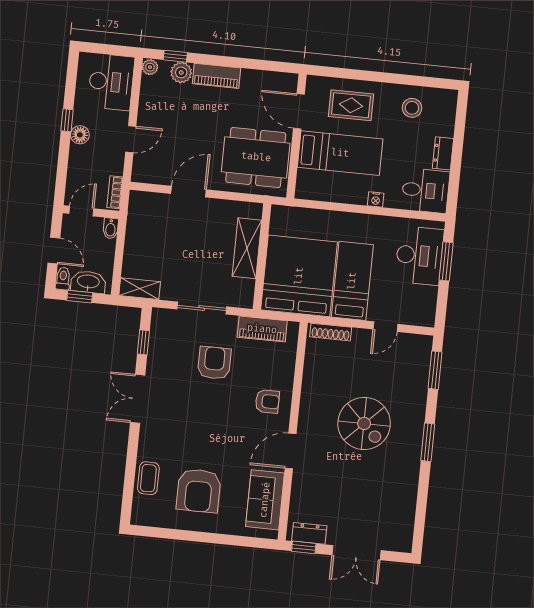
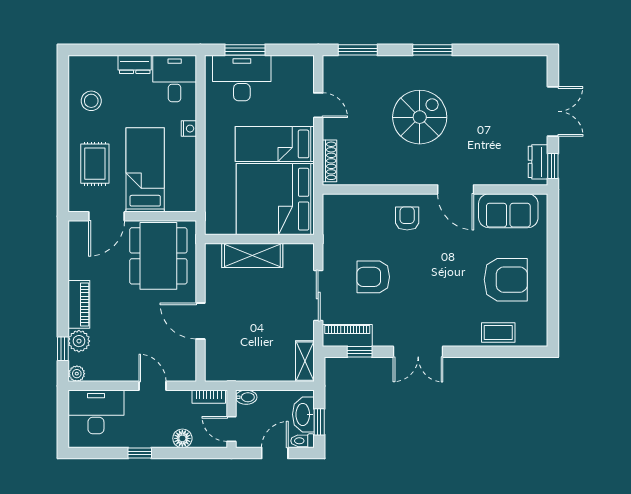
floor lamp: (80, 135) -> (182, 438), moved
piano: (262, 329) -> (347, 335), moved, turned -90

